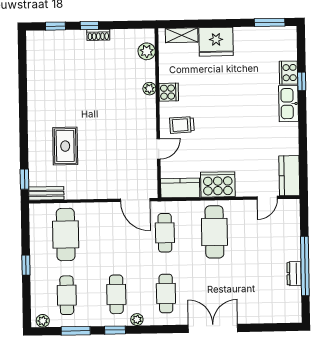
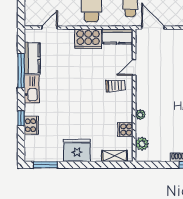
fridge: (216, 42) -> (77, 150), moved
cooker: (169, 92) -> (125, 129), moved
kitchen sink: (288, 104) -> (32, 89), moved
window: (303, 142) -> (21, 71), added
kitchen counter: (289, 176) -> (32, 58), moved

